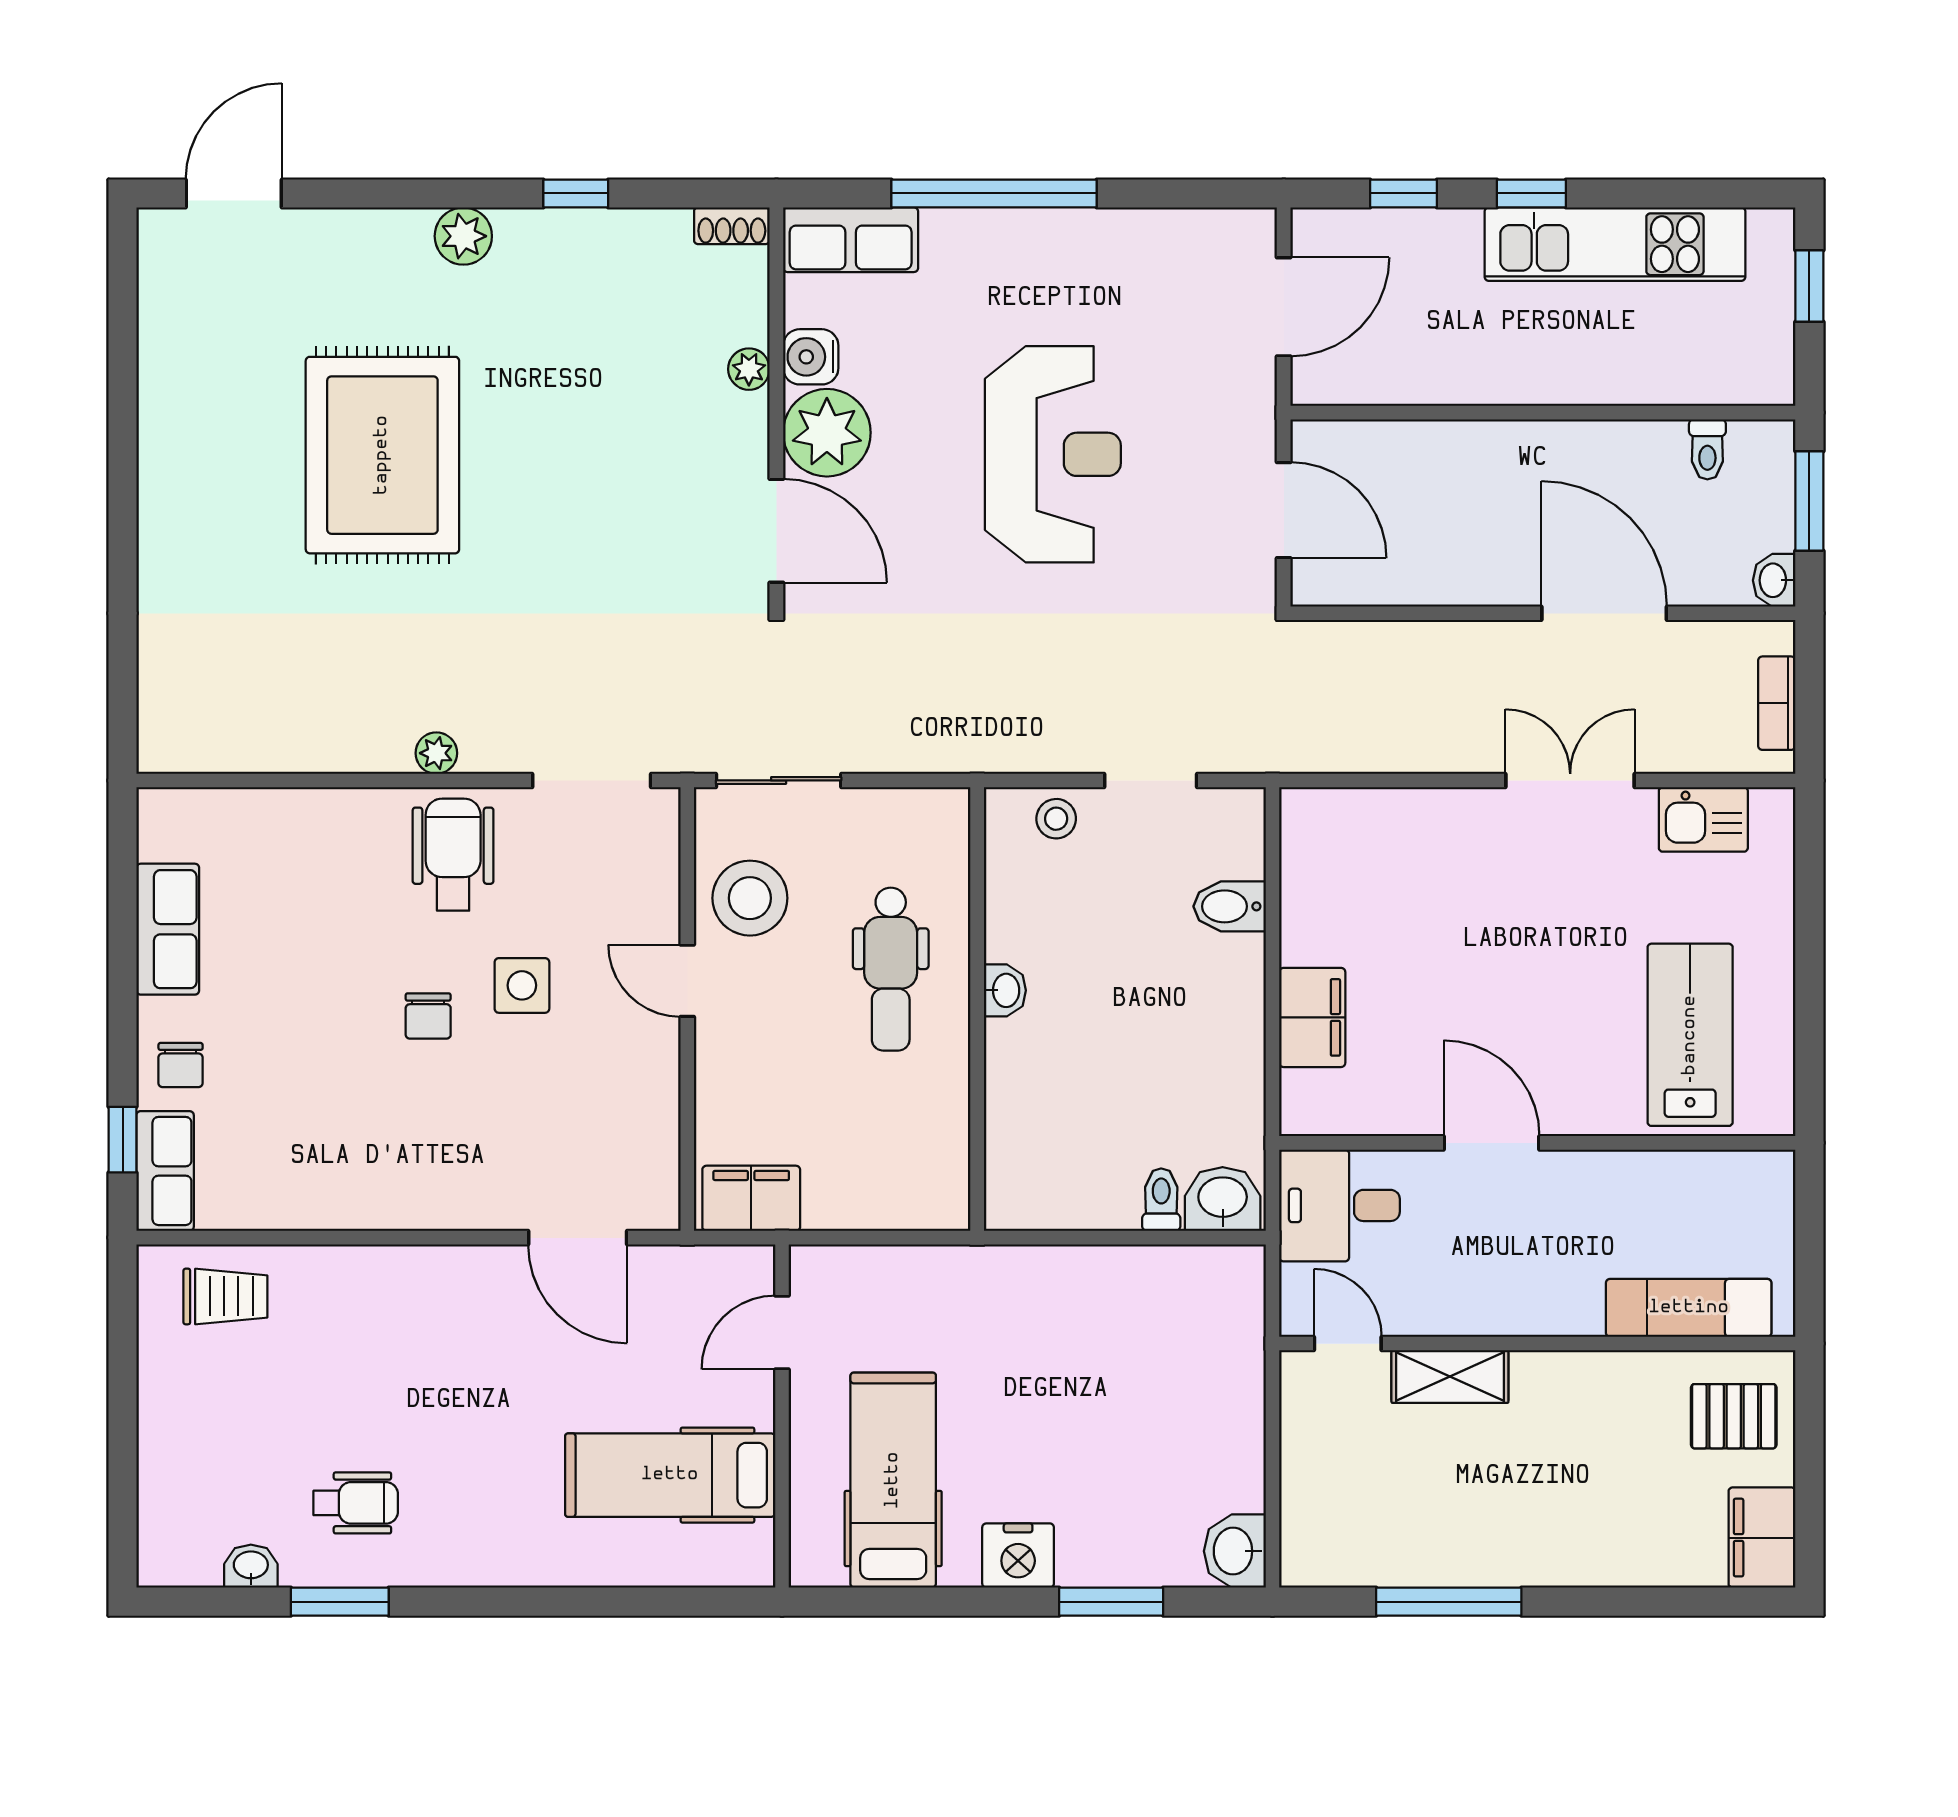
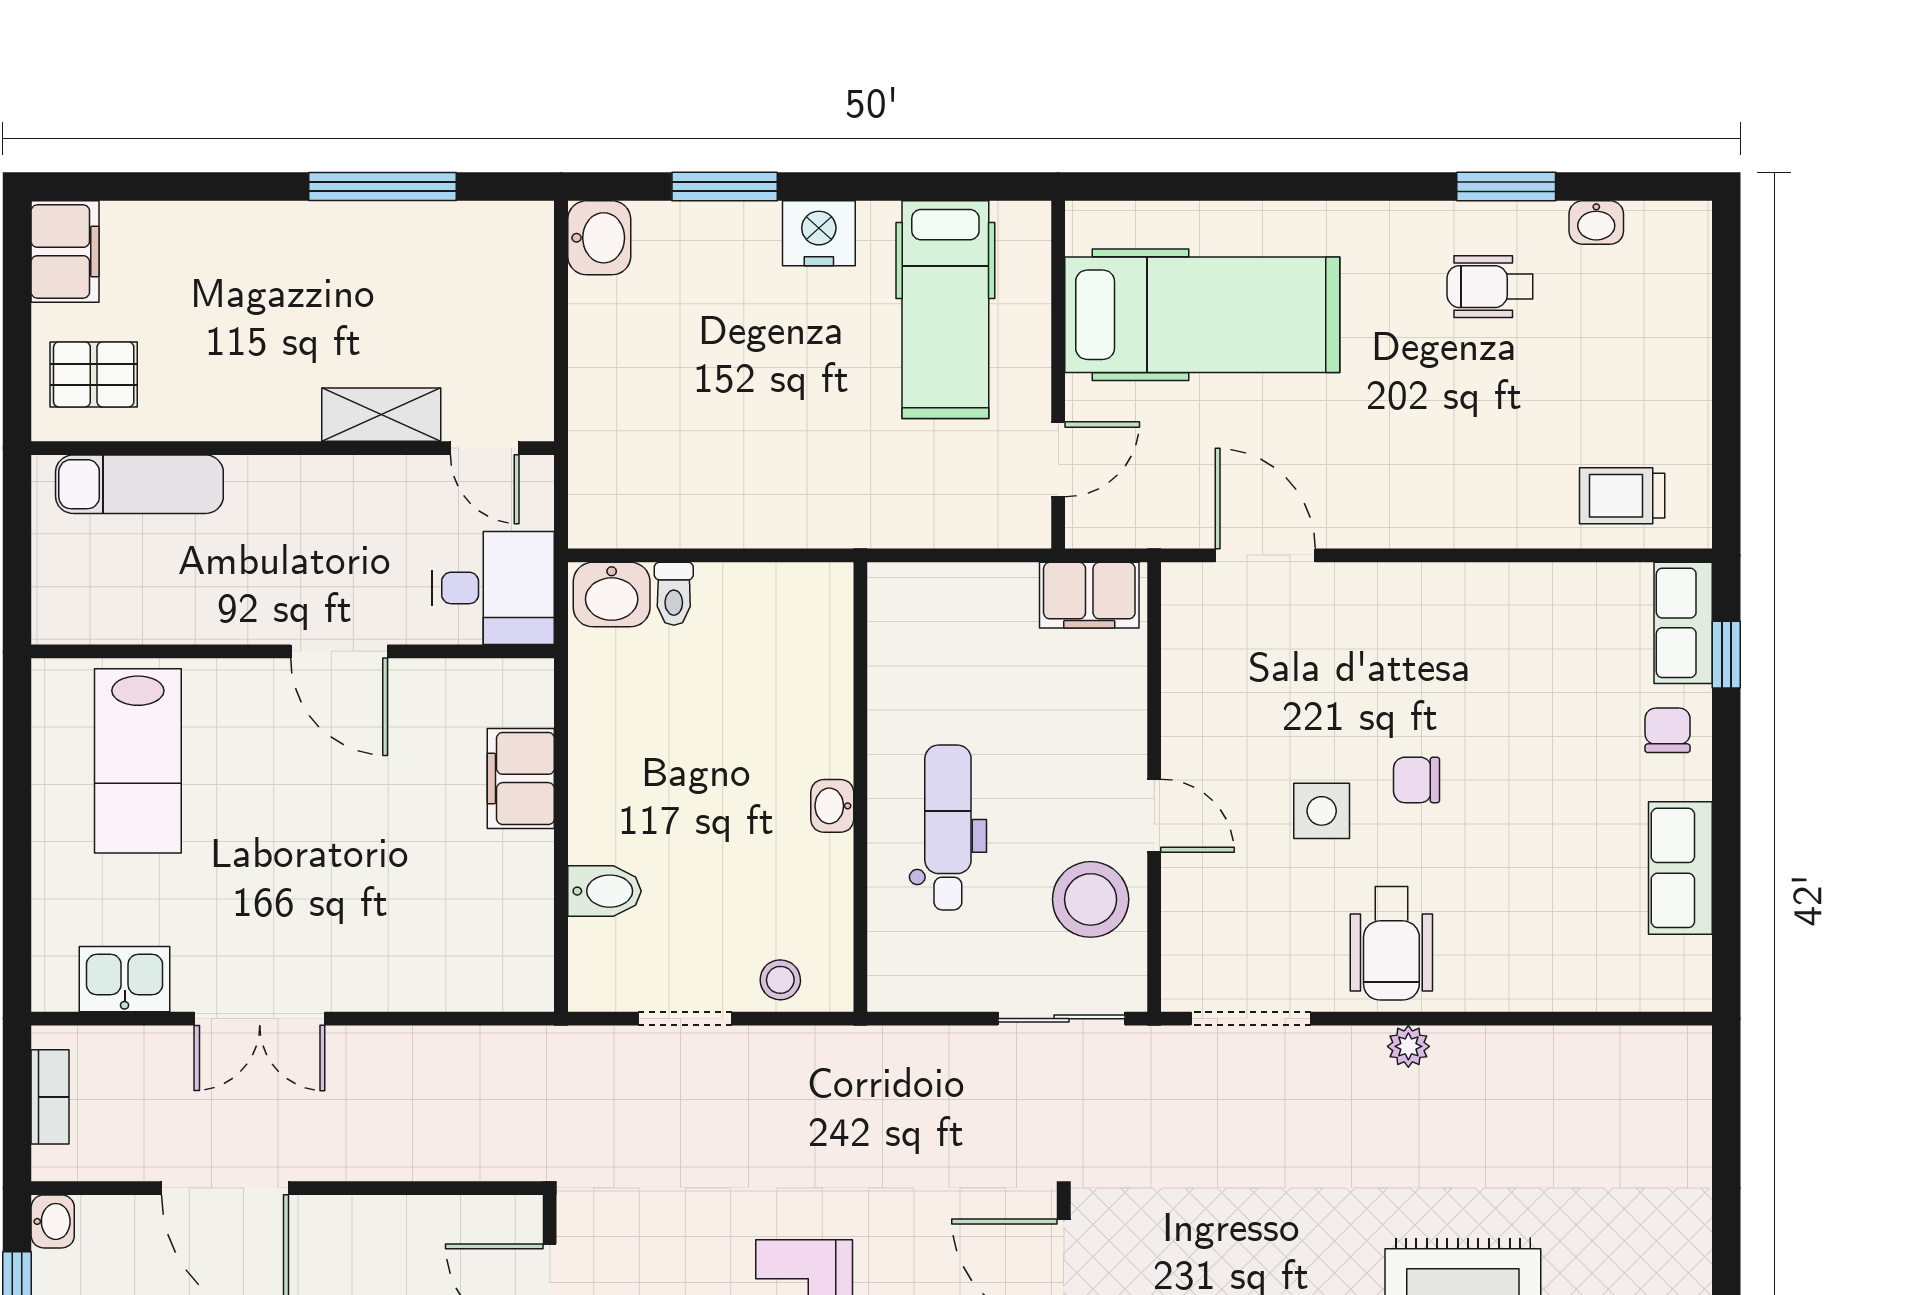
chair: (428, 1016) -> (1417, 780), turned -90
hospital bed: (670, 1475) -> (1202, 315), width x1.37, depth x1.29

